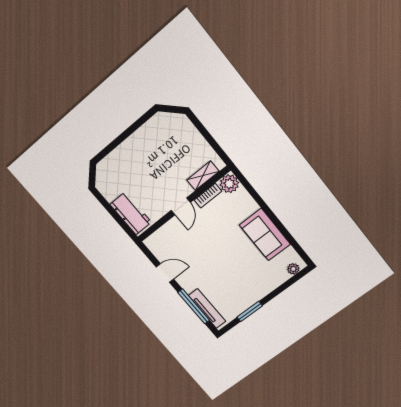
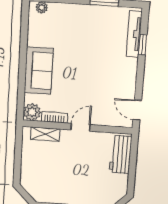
sofa: (265, 235) -> (39, 71), moved
door: (165, 273) -> (137, 110), moved
window: (194, 306) -> (143, 45), width x0.46

